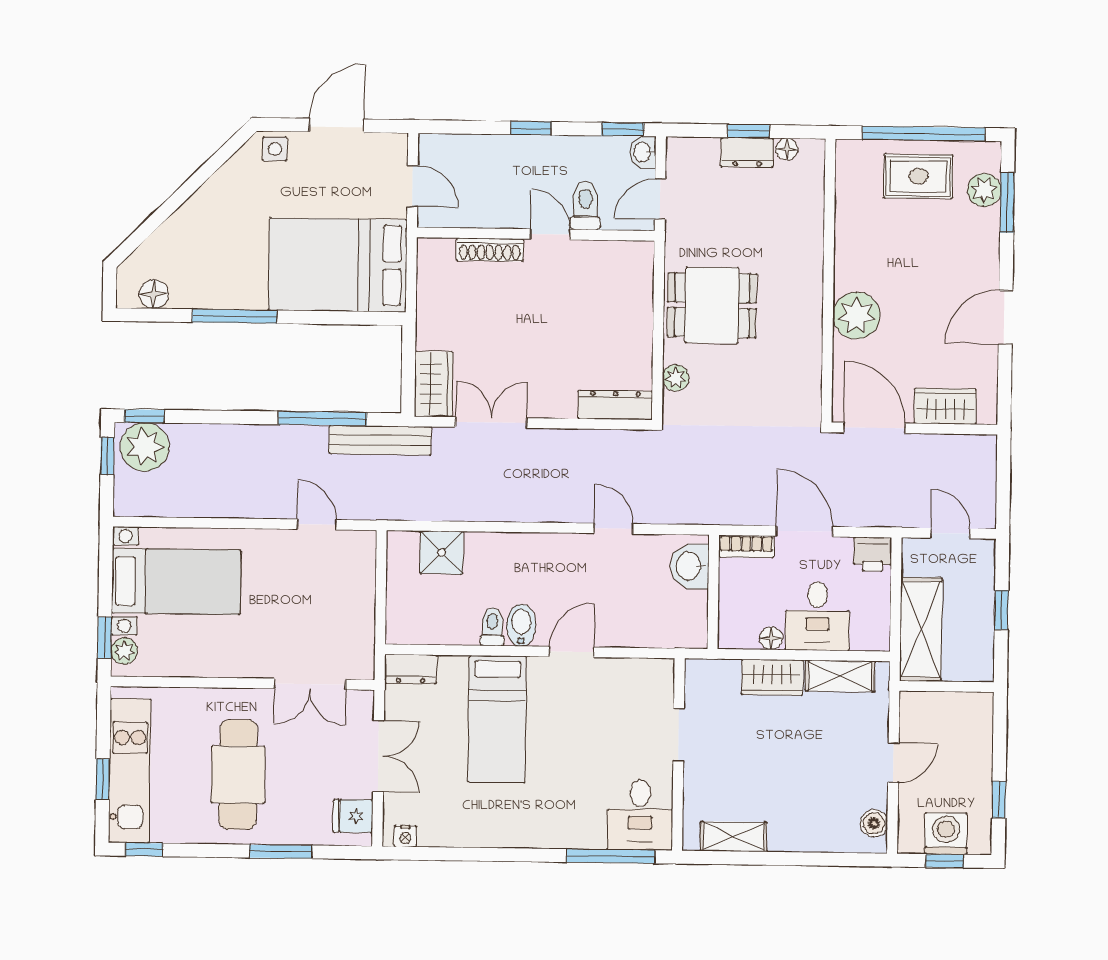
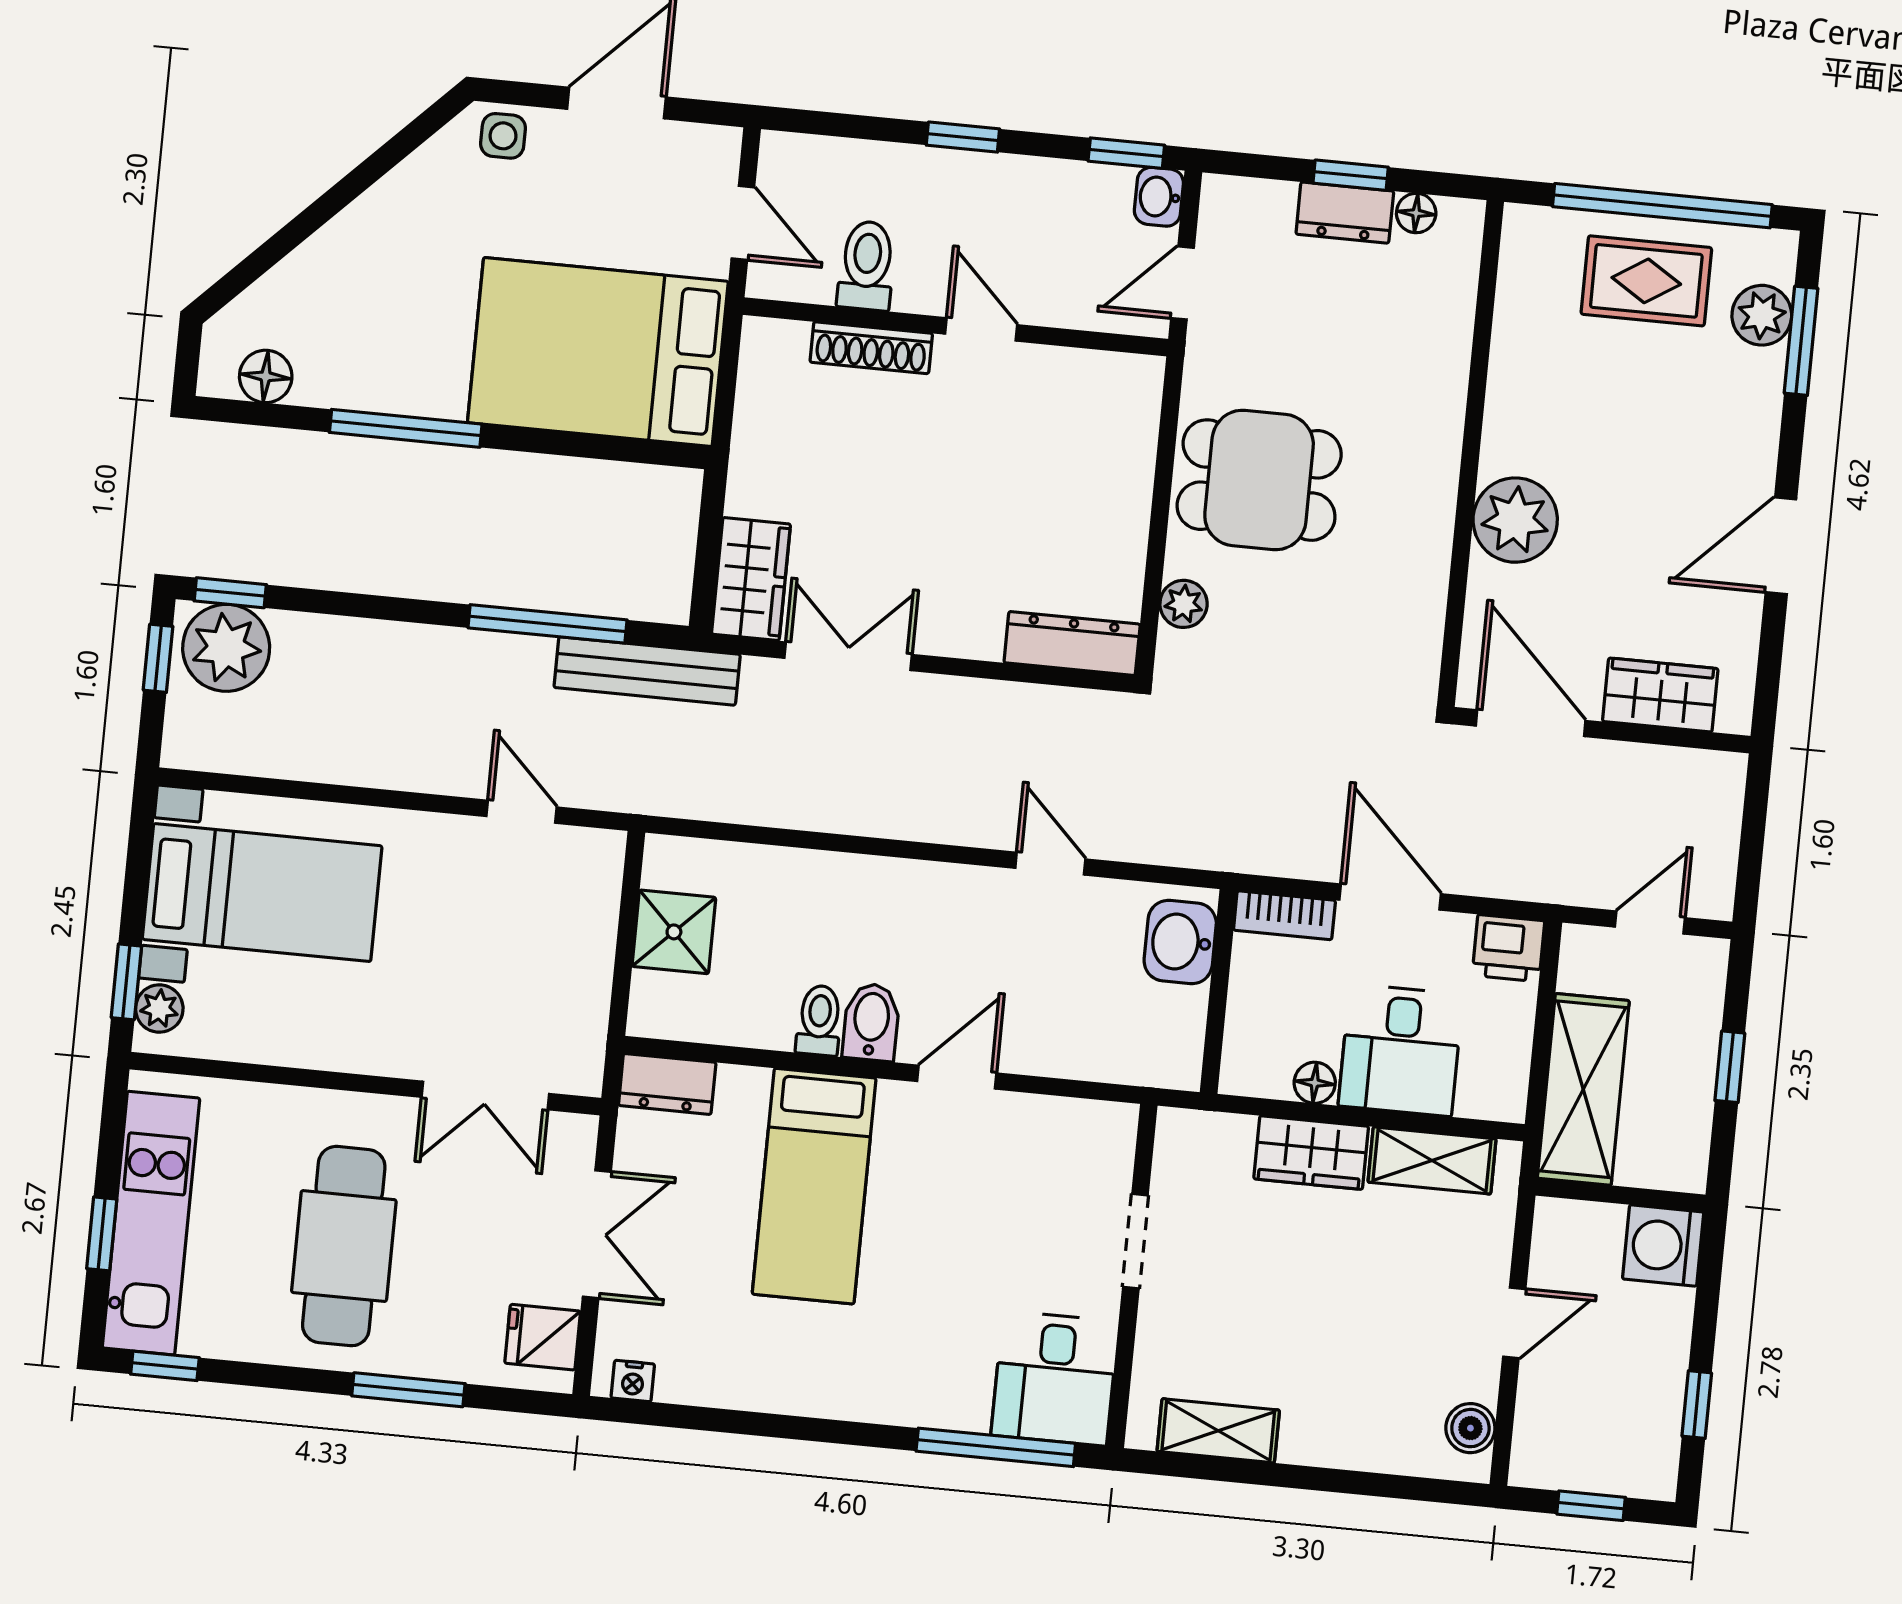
toilet: (585, 206) -> (867, 266), moved
door: (950, 533) -> (1650, 922), hinge flipped
shower: (442, 553) -> (674, 932), moved
washing machine: (946, 833) -> (1663, 1245), moved, turned -90

